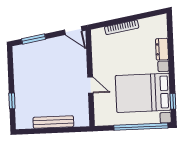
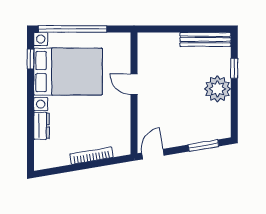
door: (73, 31) -> (153, 154), hinge flipped
plant: (24, 84) -> (217, 89), added
bench: (53, 122) -> (205, 39), moved

